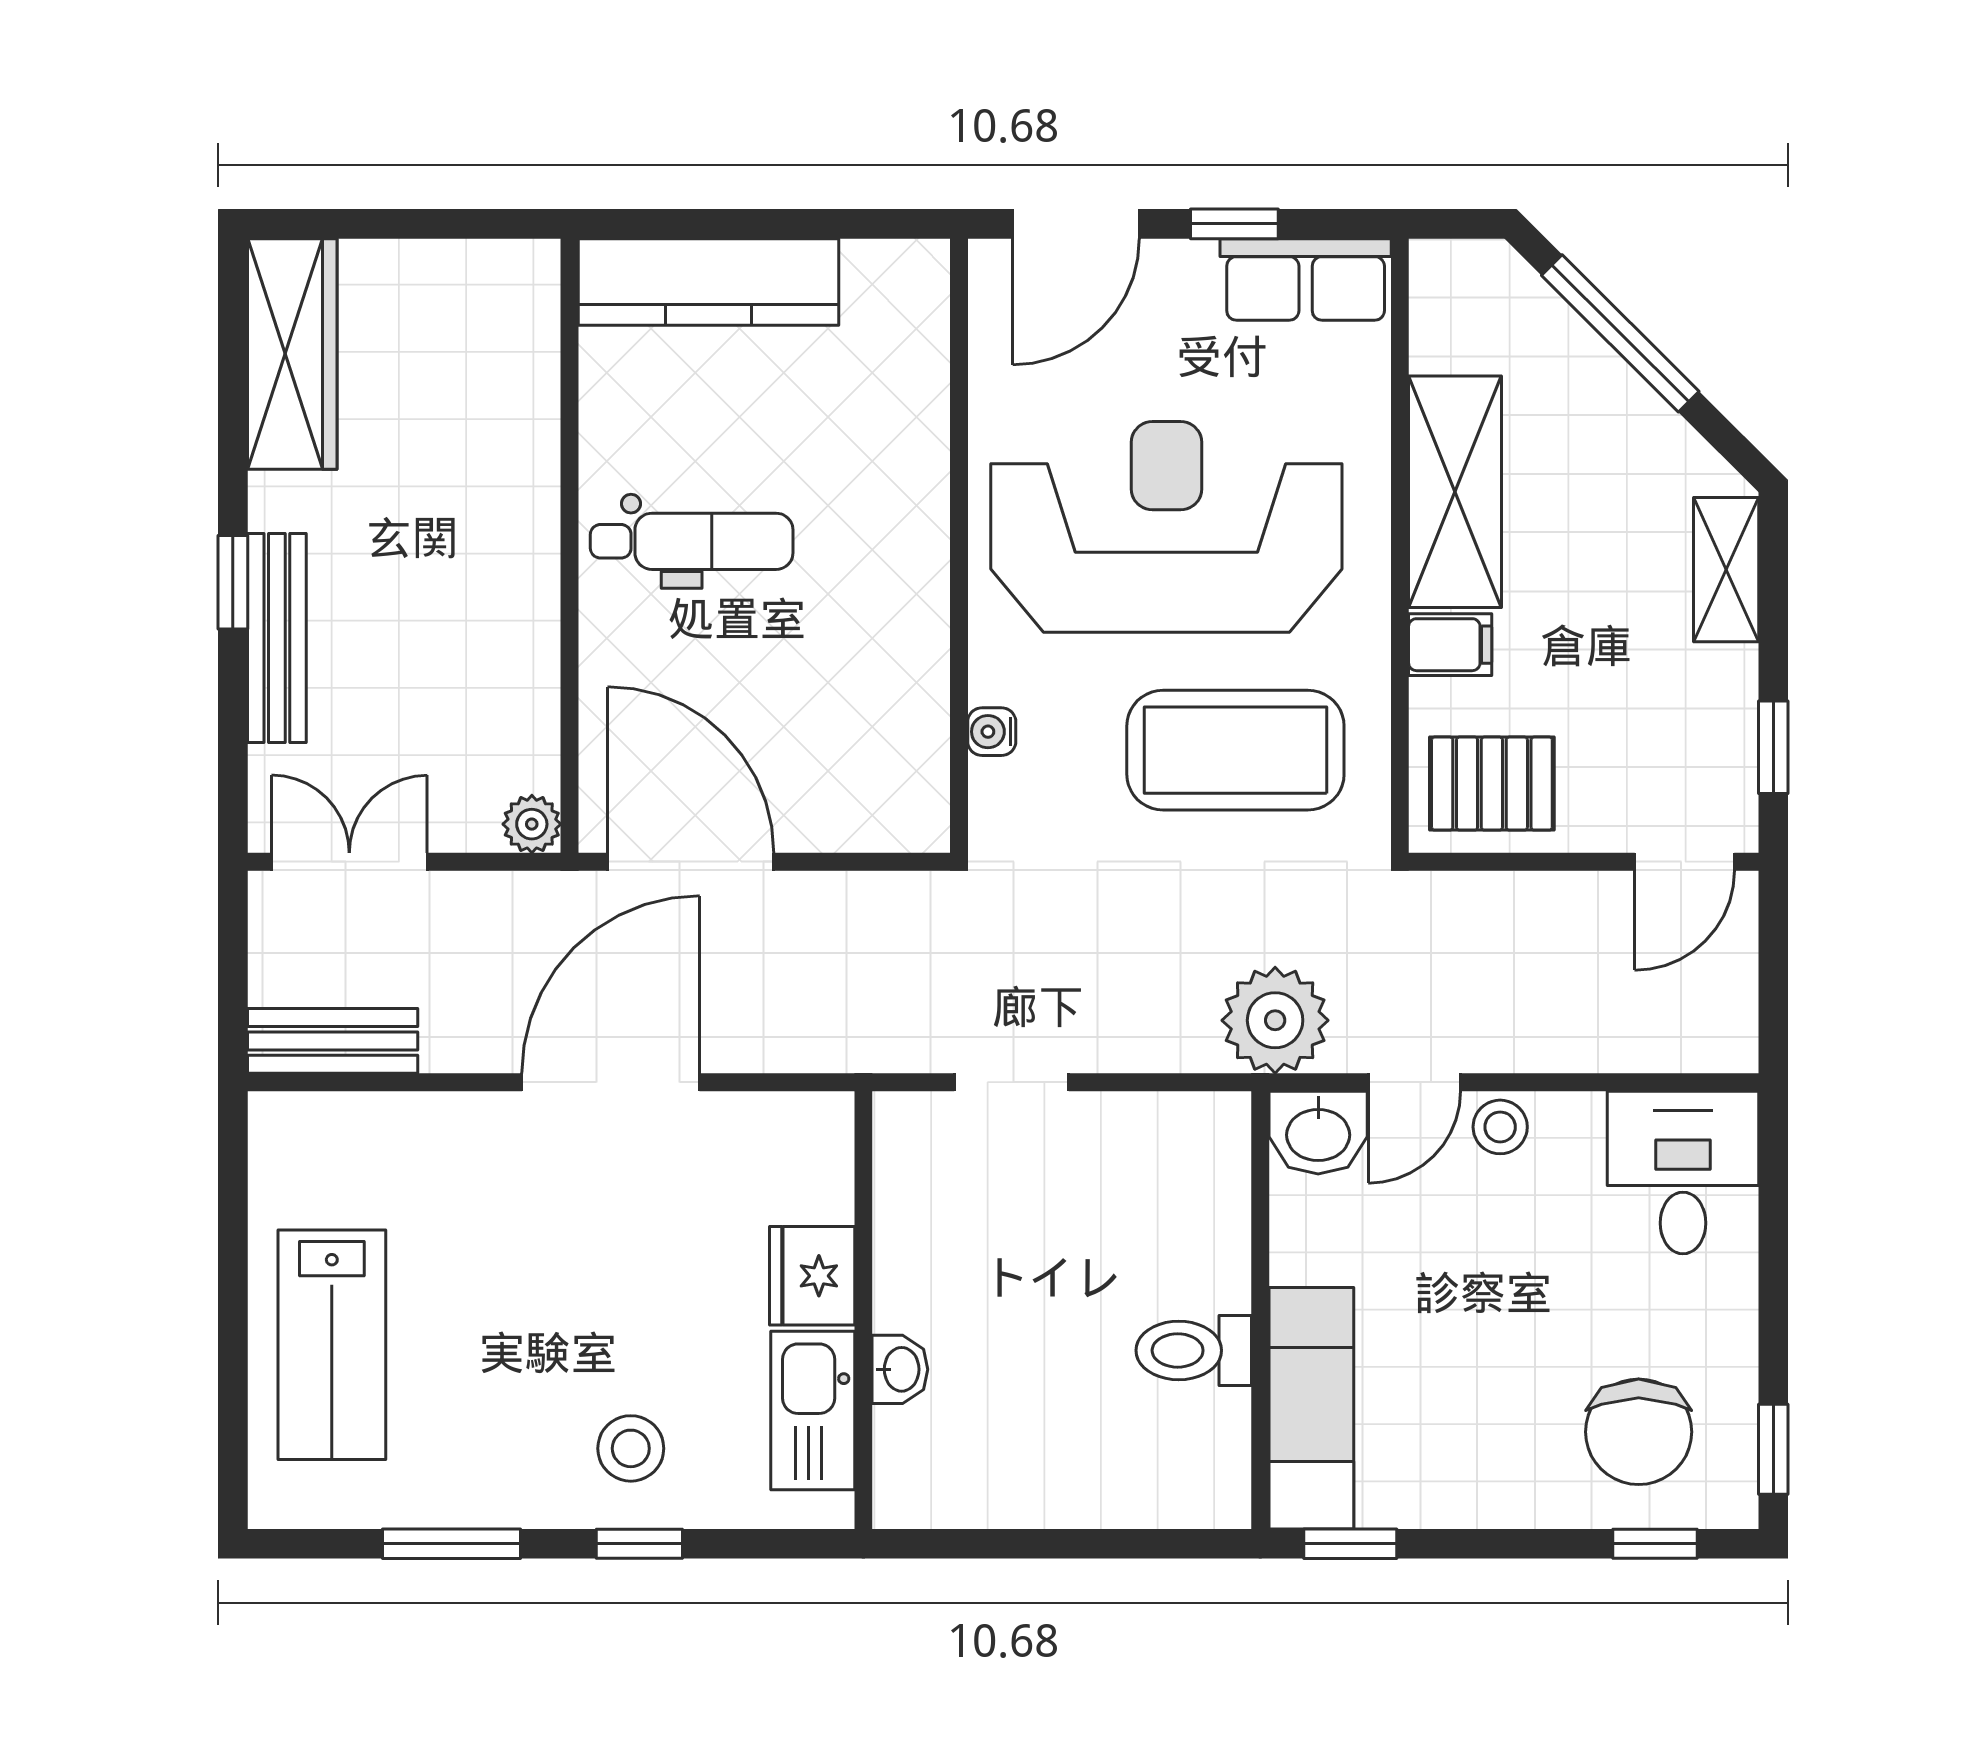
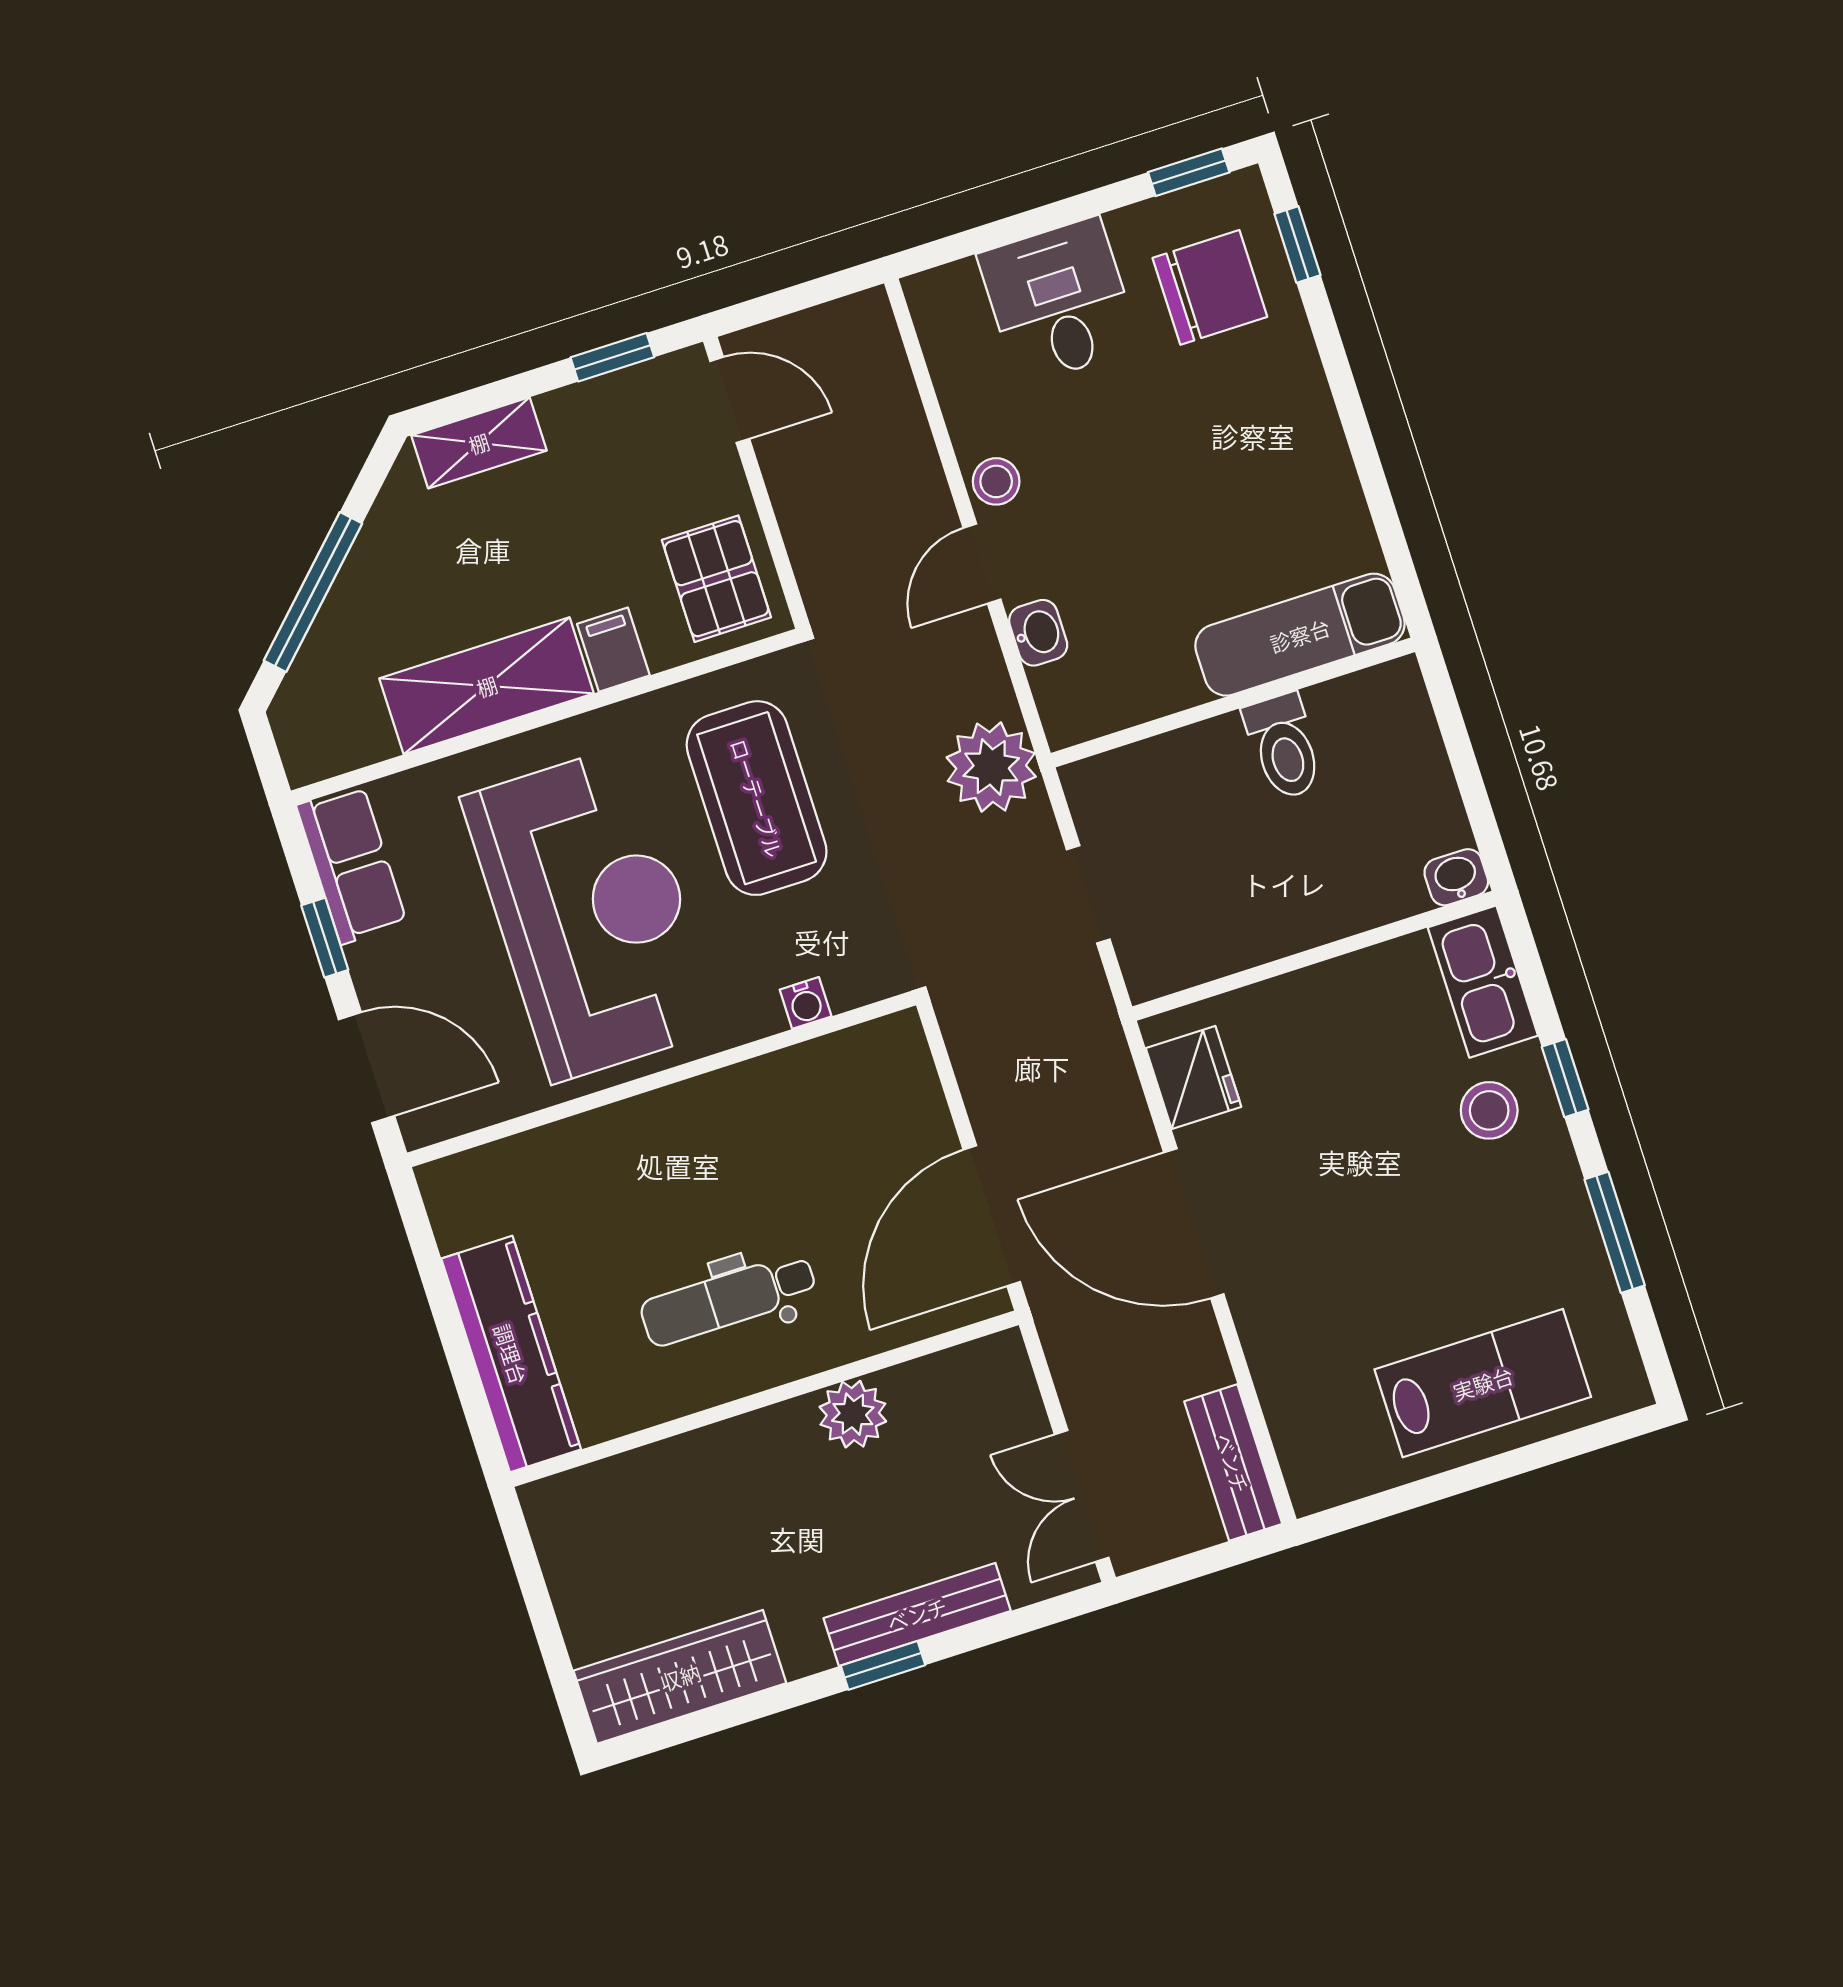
reception desk: (1166, 527) -> (591, 914), turned 180
dental chair: (692, 541) -> (728, 1299), turned -90
plant: (532, 824) -> (853, 1414), moved, width x1.38, depth x1.38
plant: (1275, 1020) -> (991, 767), moved
door: (1414, 1082) -> (982, 564), swing flipped
washbasin: (1318, 1133) -> (1038, 633), width x0.72, depth x0.69
desk: (1683, 1173) -> (1059, 301), moved, turned 90
fridge: (812, 1276) -> (1193, 1078), moved, turned -90
wall: (1260, 1310) -> (1233, 702), moved
toilet: (1194, 1350) -> (1284, 746), moved
washbasin: (900, 1369) -> (1456, 877), moved
exam couch: (1311, 1408) -> (1300, 635), moved
kitchen sink: (813, 1410) -> (1483, 982), moved, turned 90
window: (1350, 1544) -> (1378, 495), removed

